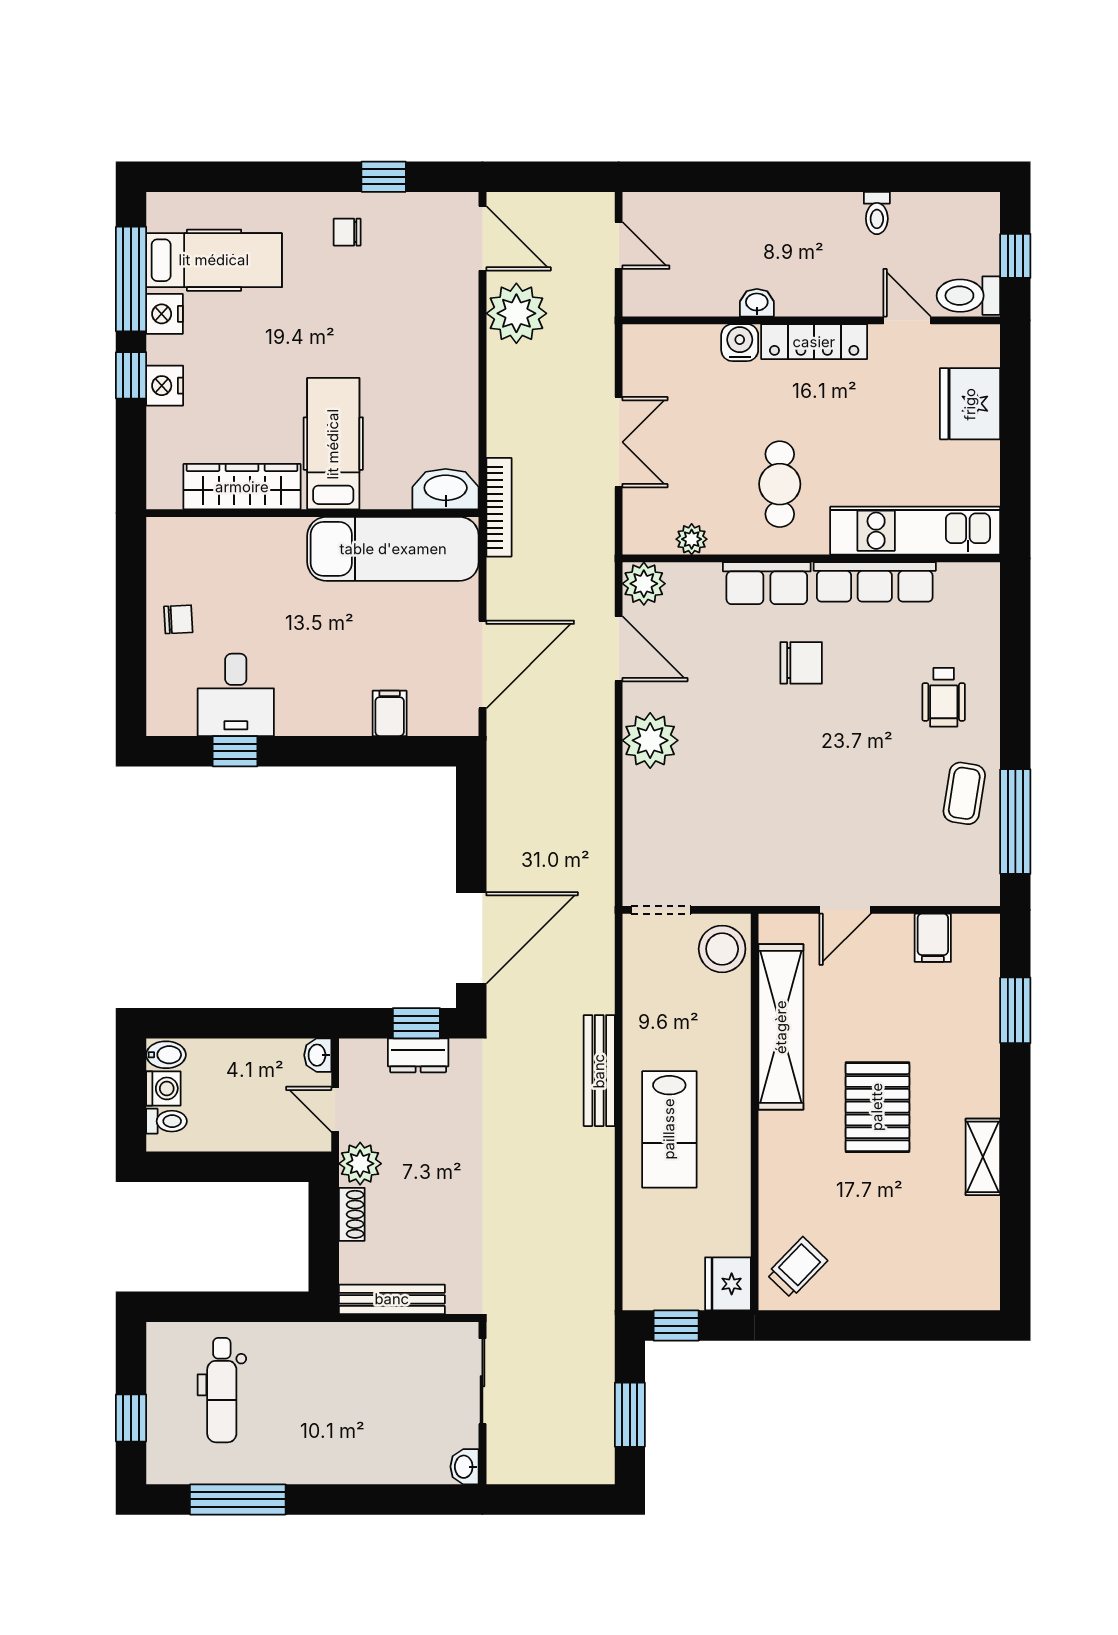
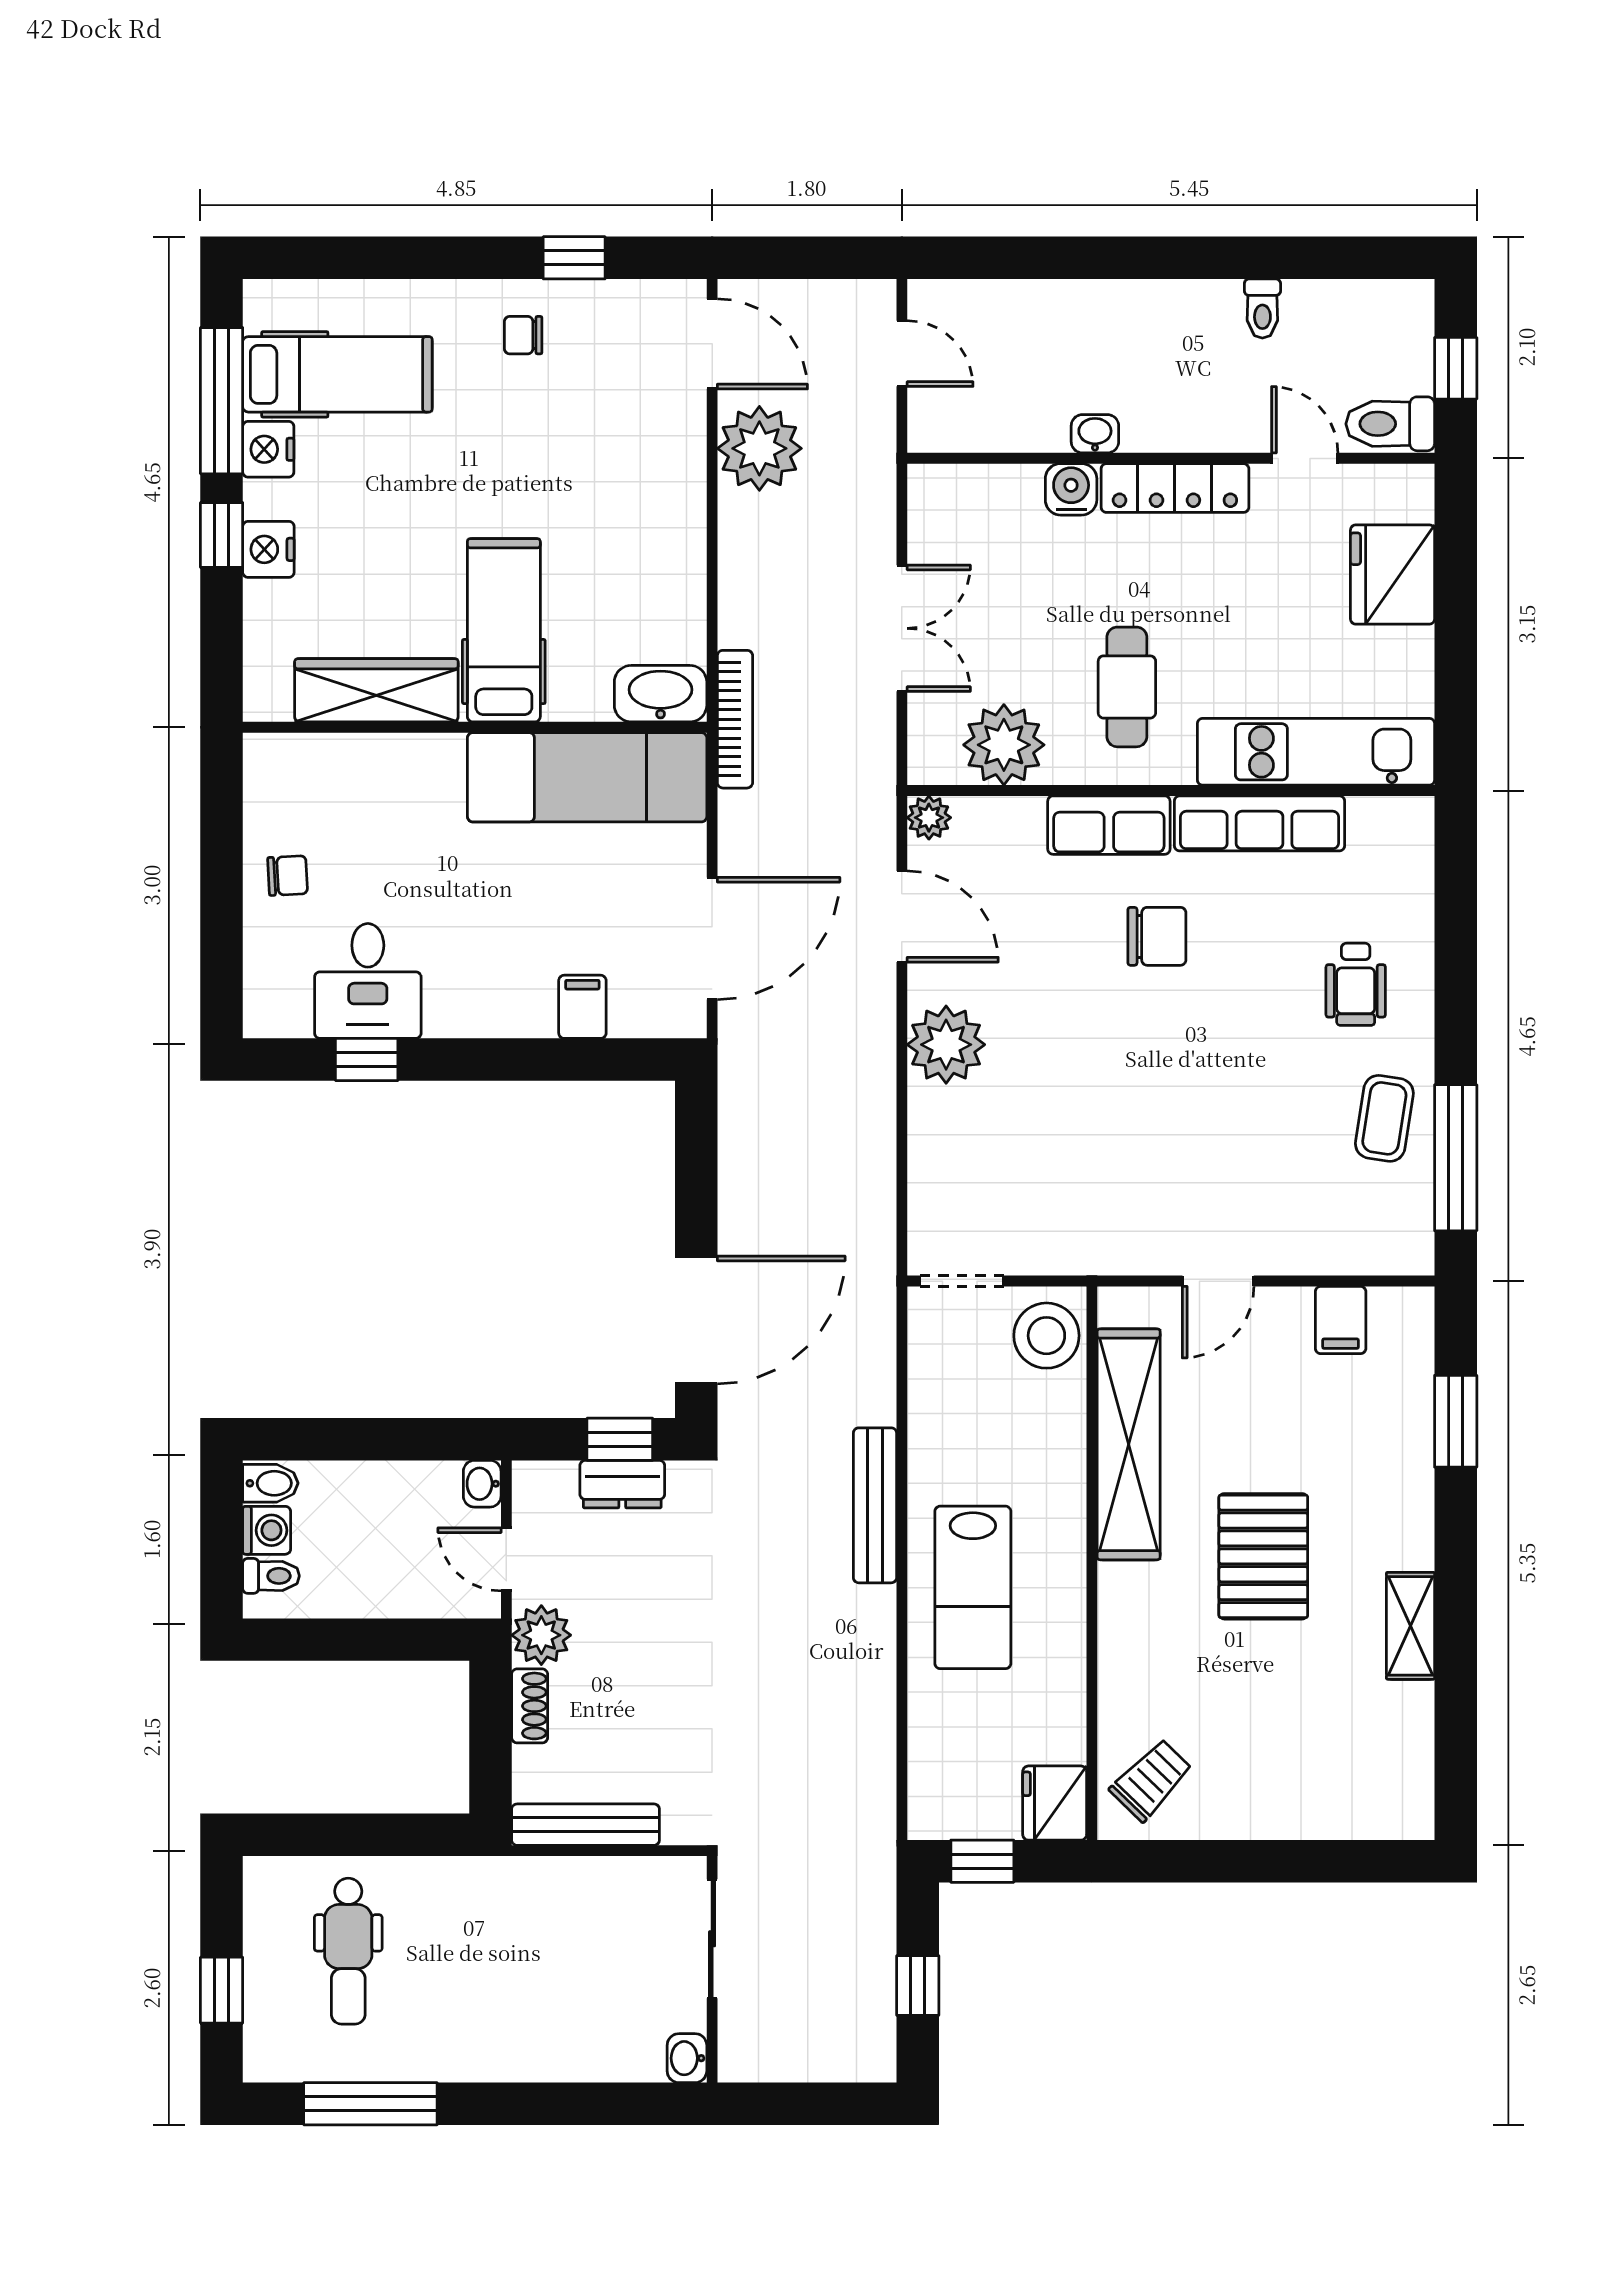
plant: (692, 539) -> (1004, 745), width x1.88, depth x1.88
plant: (644, 584) -> (929, 818), width x0.73, depth x0.73
window: (630, 1415) -> (918, 1986), width x0.67

